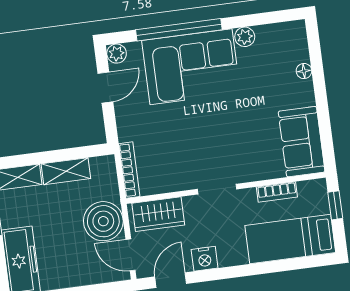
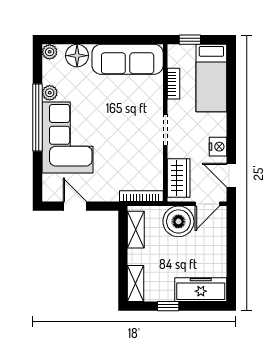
window: (179, 30) -> (37, 118), moved
plant: (117, 54) -> (50, 52), moved
floor lamp: (304, 71) -> (77, 56), width x1.89, depth x1.89
sofa: (302, 142) -> (128, 59), width x1.36
shelving: (66, 171) -> (136, 230), moved

